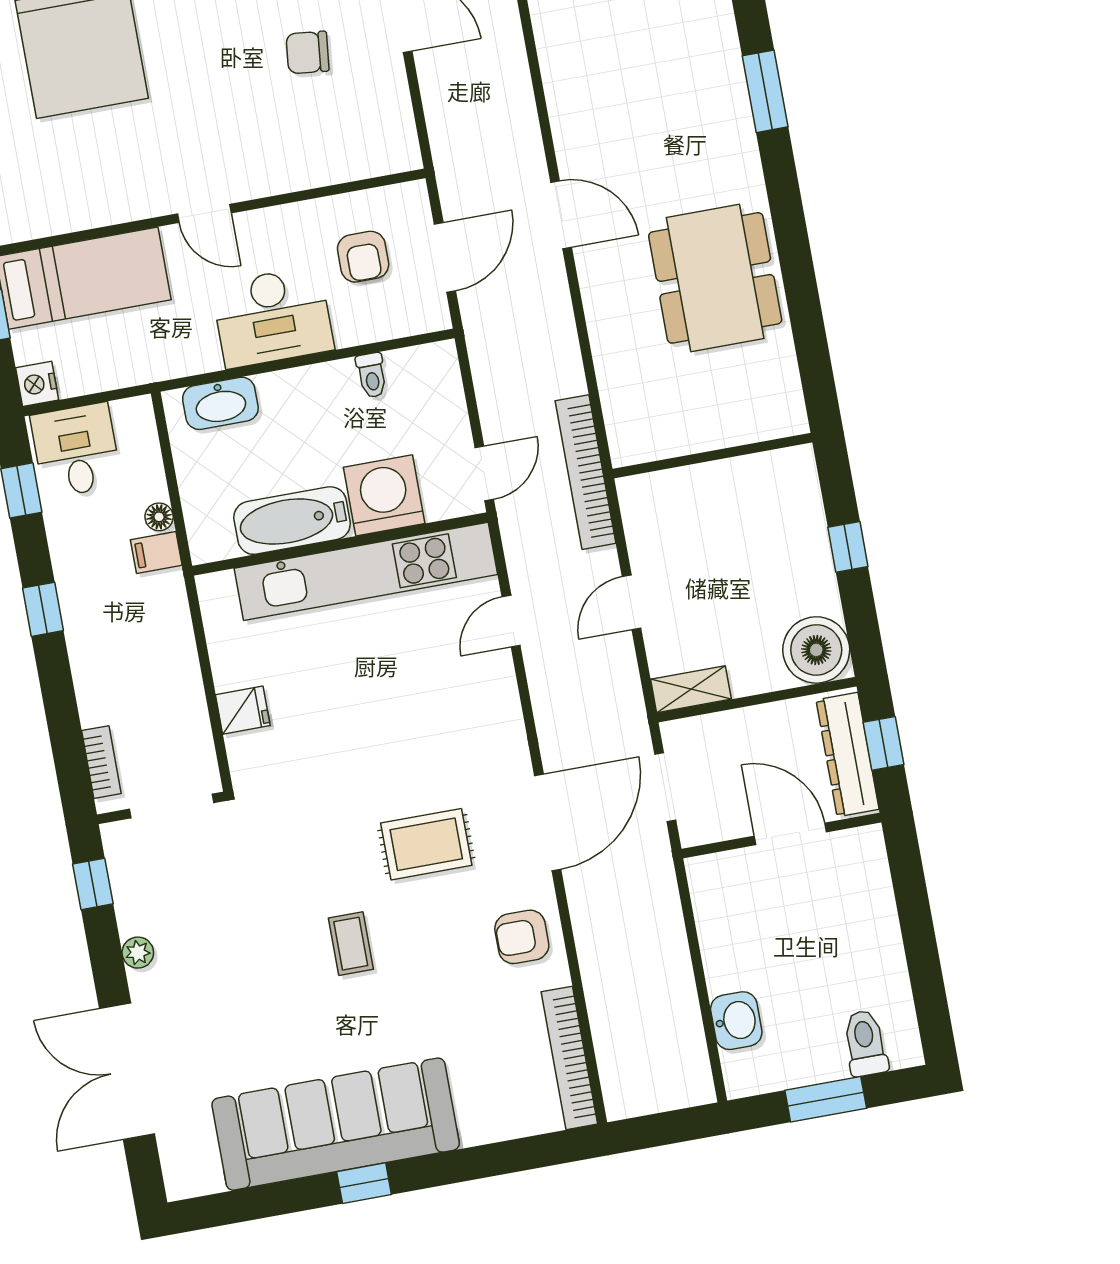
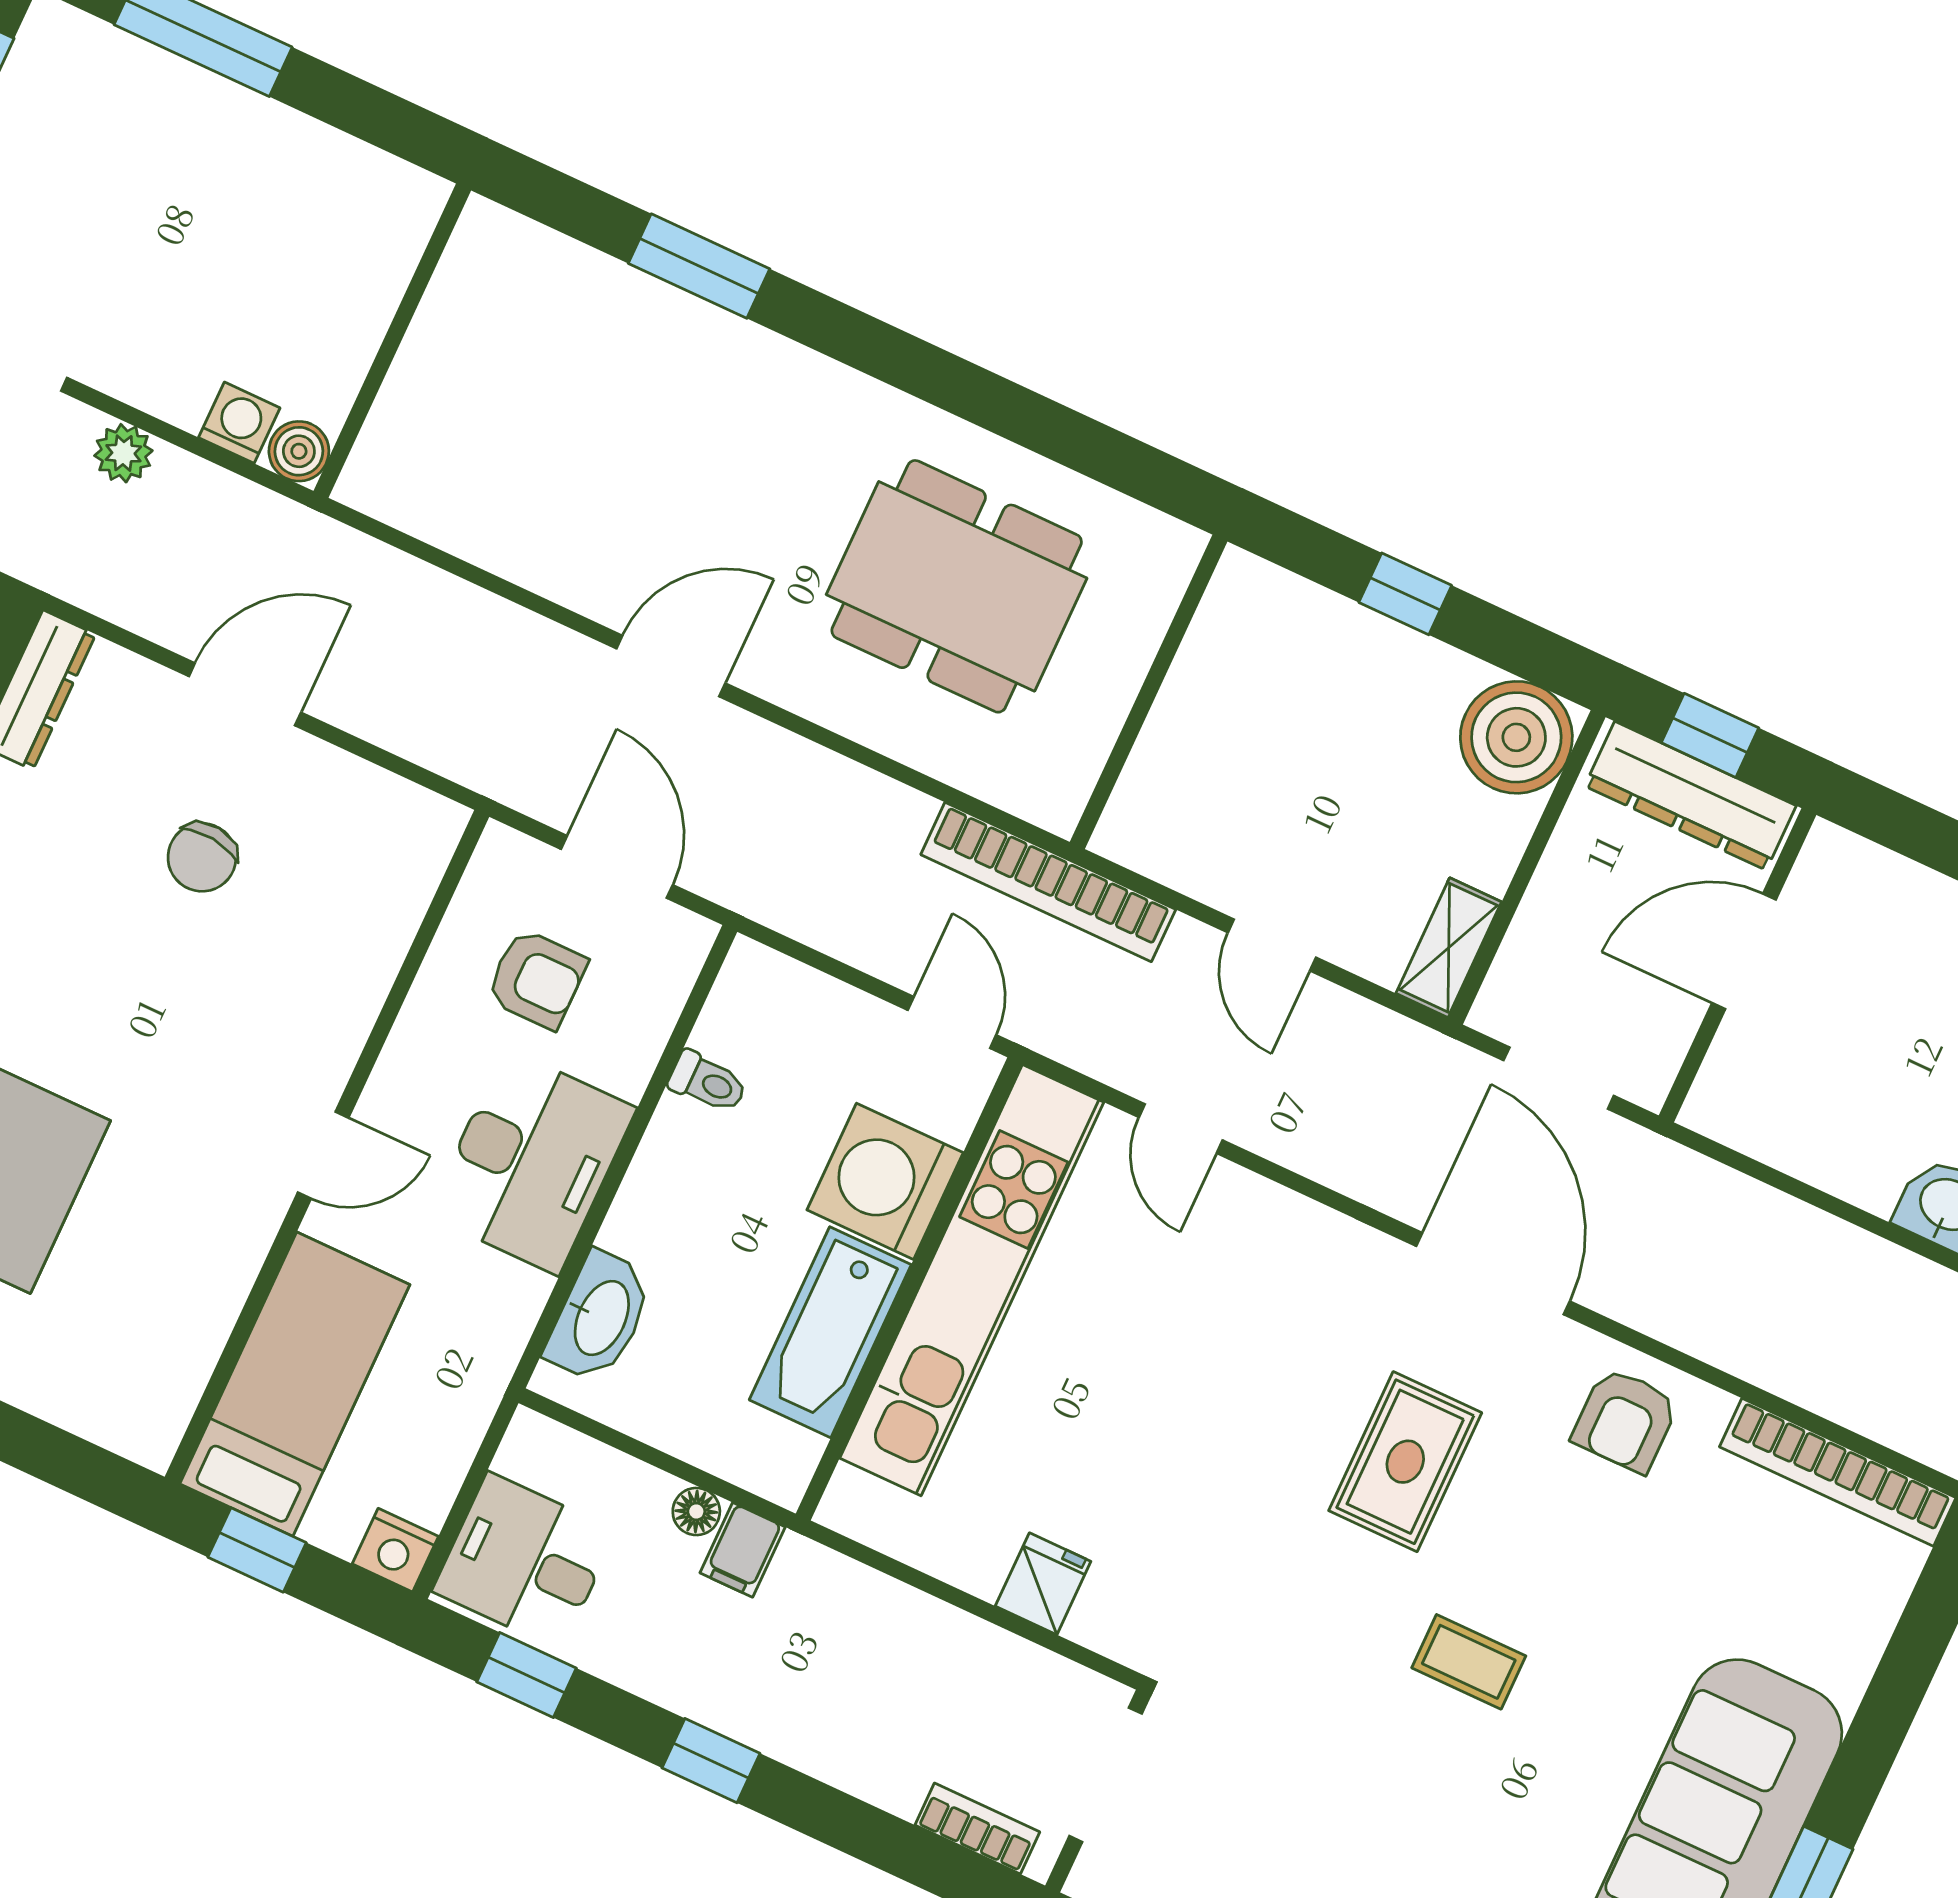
dining table: (715, 278) -> (957, 586), moved

